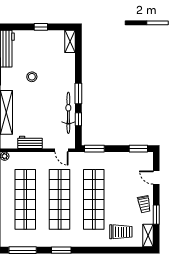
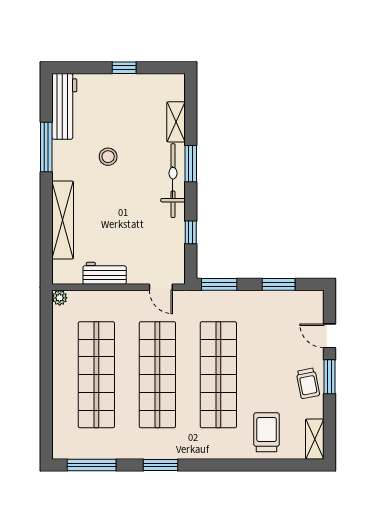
shelving: (70, 41) -> (176, 122), moved
window: (78, 93) -> (191, 164), moved
bicycle: (68, 113) -> (173, 181), moved
window: (138, 149) -> (279, 284), moved
window: (156, 215) -> (329, 377), moved
trolley: (121, 232) -> (267, 432), turned -90

